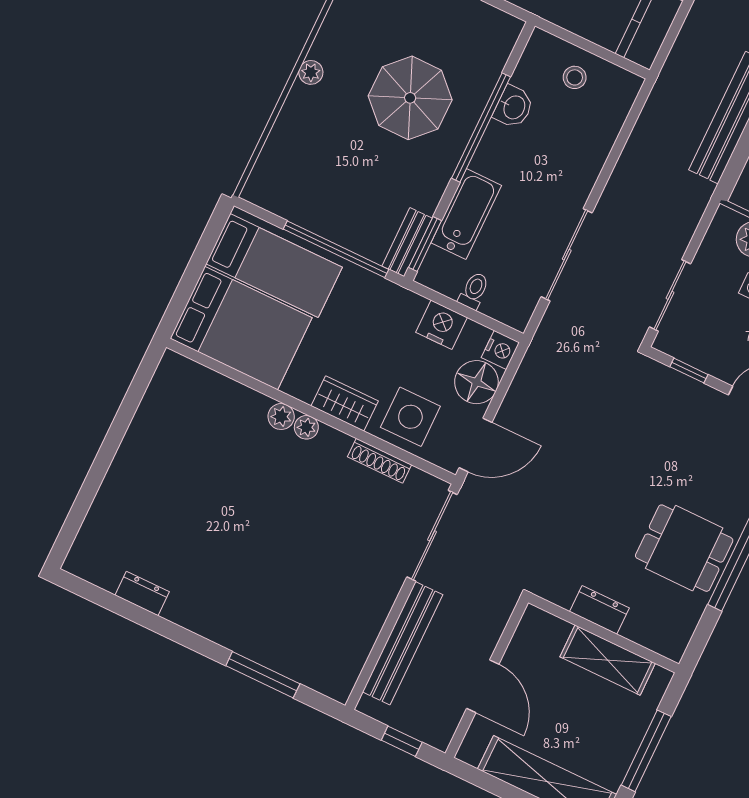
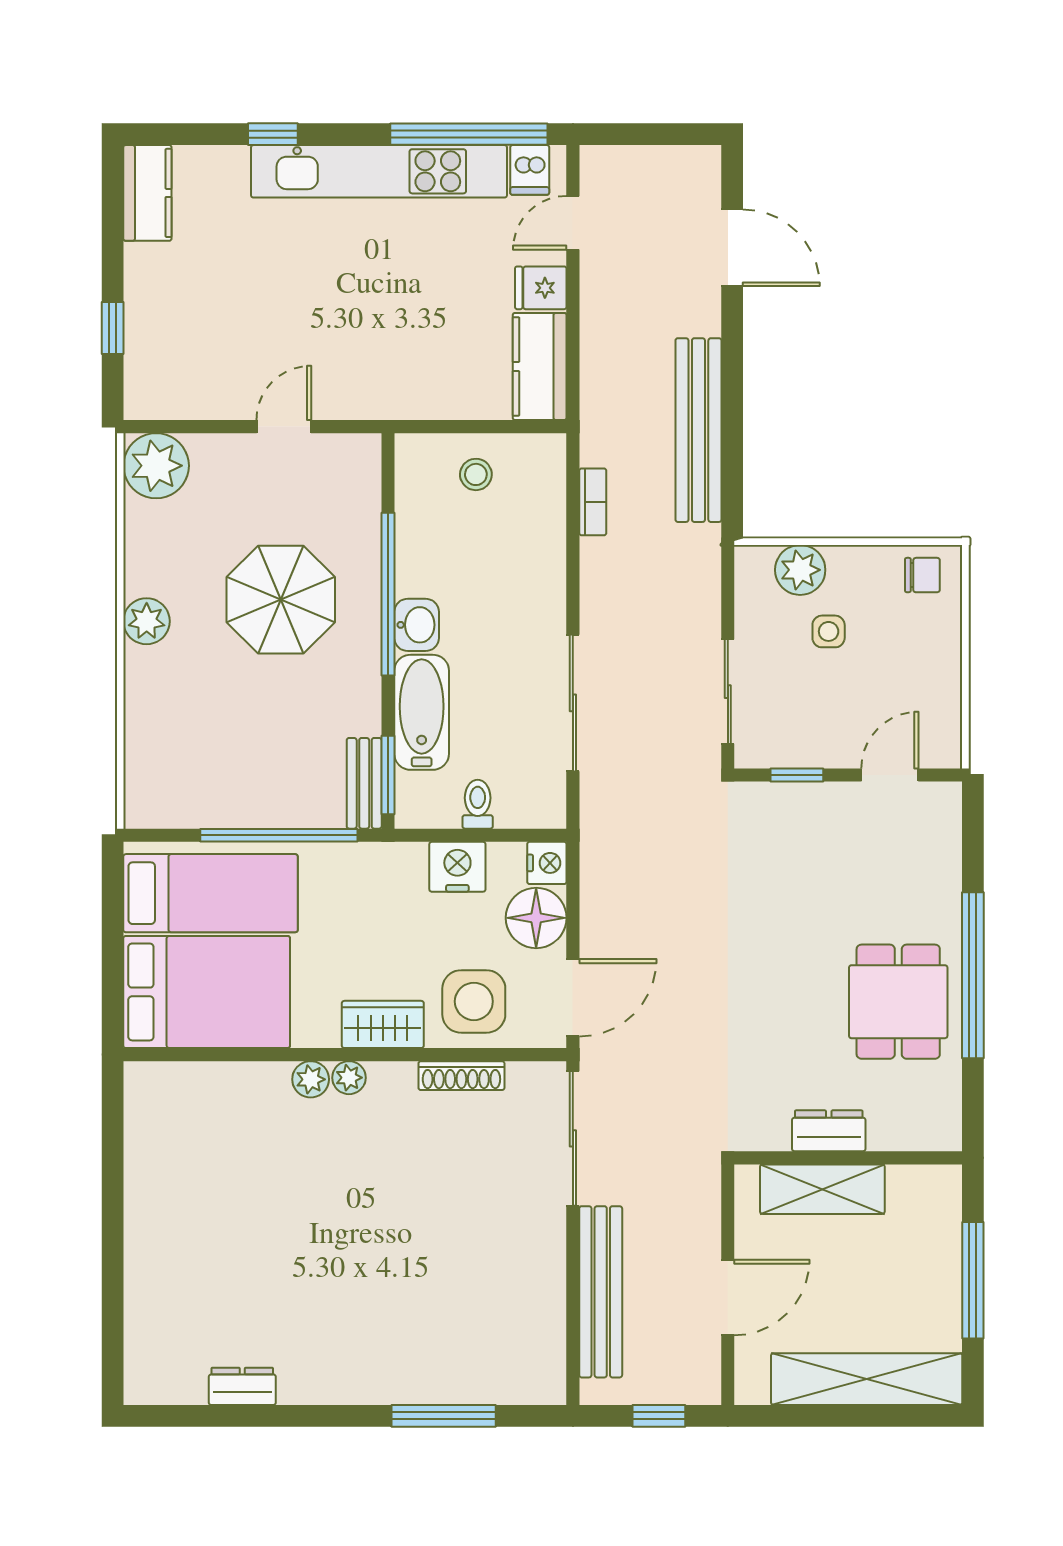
plant: (311, 72) -> (147, 621), width x1.38, depth x1.38
washbasin: (514, 107) -> (417, 625), moved
bookcase: (642, 131) -> (593, 502), added
dining table: (684, 548) -> (898, 1002), turned 90
shelving: (608, 660) -> (822, 1189), moved
door: (483, 686) -> (728, 1298), hinge flipped

